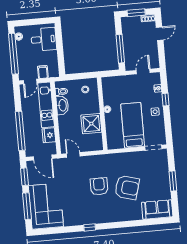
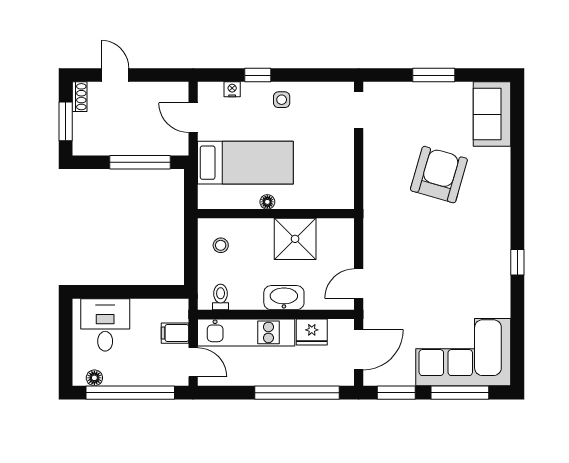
washbasin: (62, 105) -> (284, 298), moved
bed: (133, 125) -> (245, 163), moved, turned 180
armchair: (99, 186) -> (431, 234), removed

